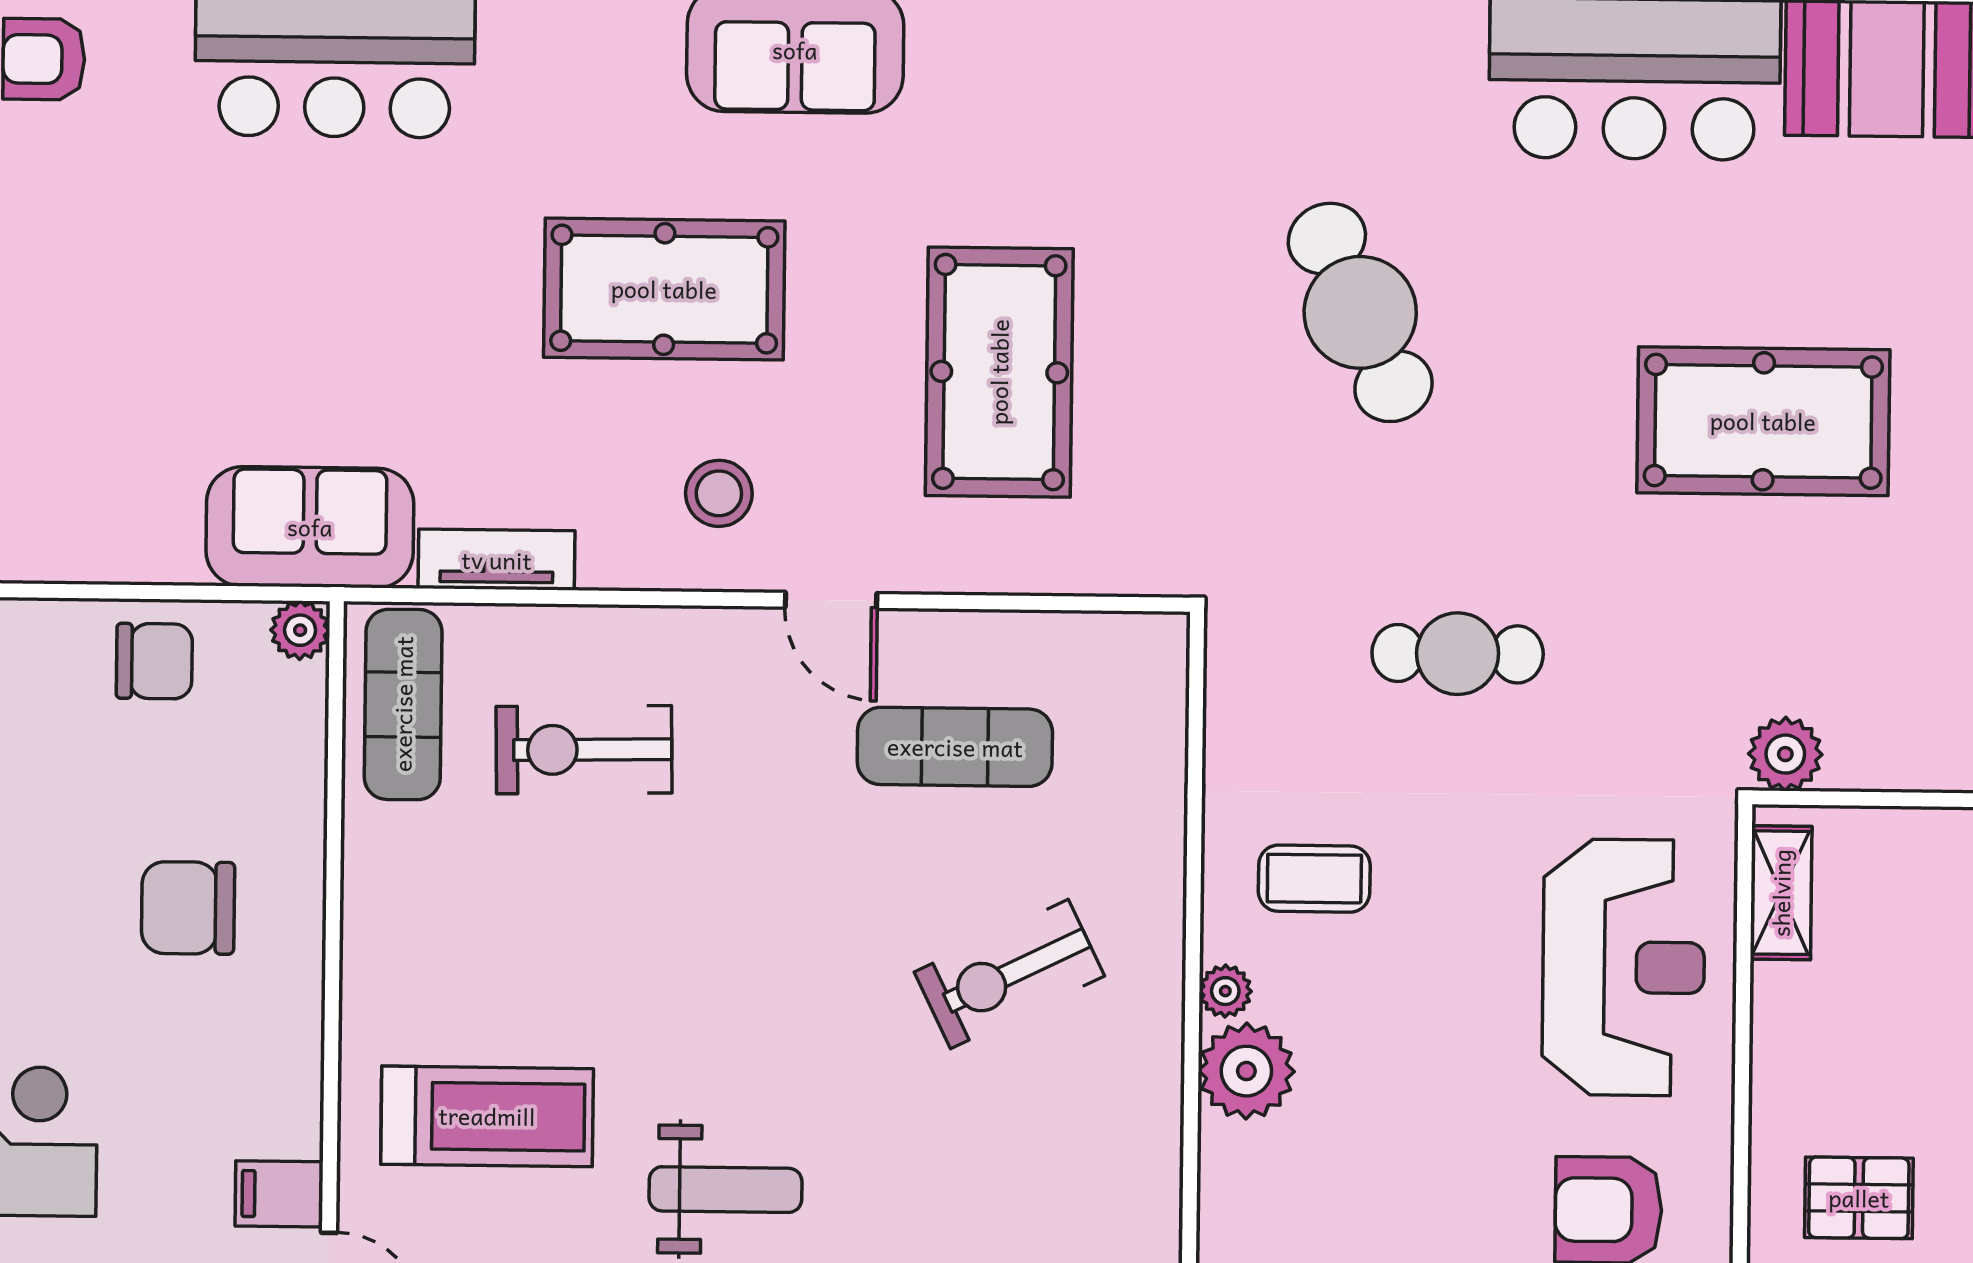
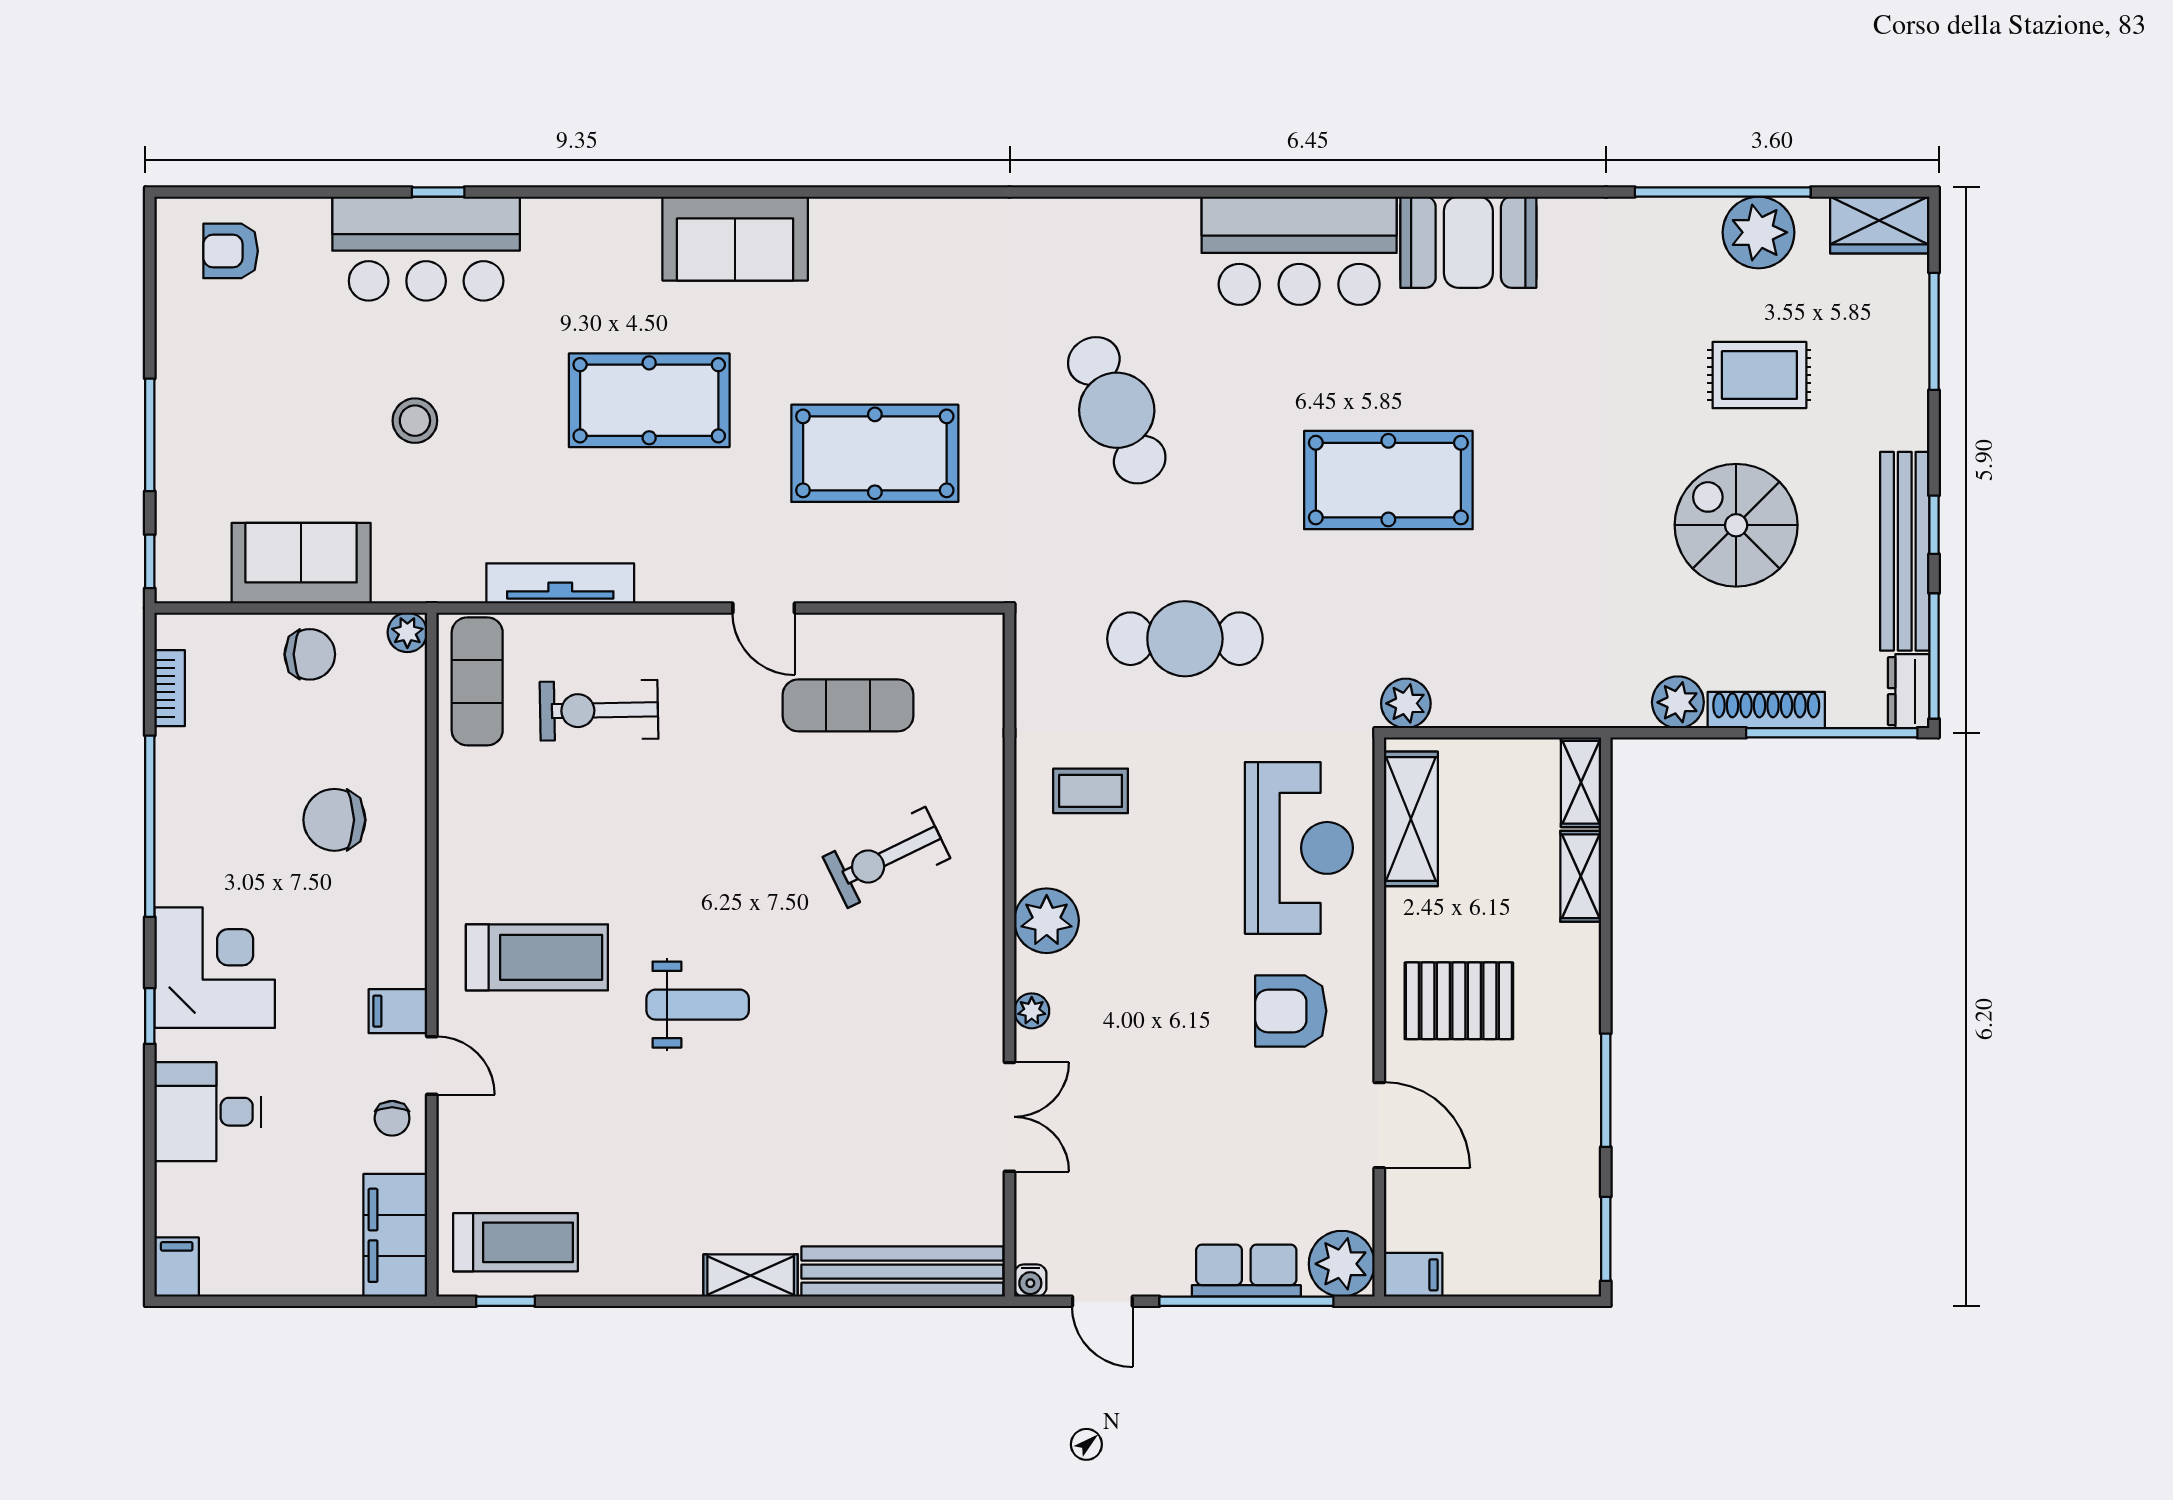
pool table: (999, 372) -> (875, 453), turned 90
stool: (719, 493) -> (415, 421), moved
sofa: (310, 527) -> (301, 563), moved
tv unit: (497, 560) -> (560, 583), width x1.41
cafe table: (1458, 654) -> (1185, 639), width x1.37, depth x1.35
shelving: (1781, 893) -> (1411, 819), width x1.50, depth x1.33
plant: (1225, 991) -> (1032, 1011), moved
pallet: (1859, 1198) -> (1459, 1001), width x1.50, depth x1.42

